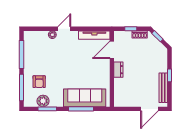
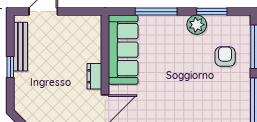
sofa: (85, 98) -> (123, 50), moved, turned -90
plant: (43, 101) -> (197, 25), moved

